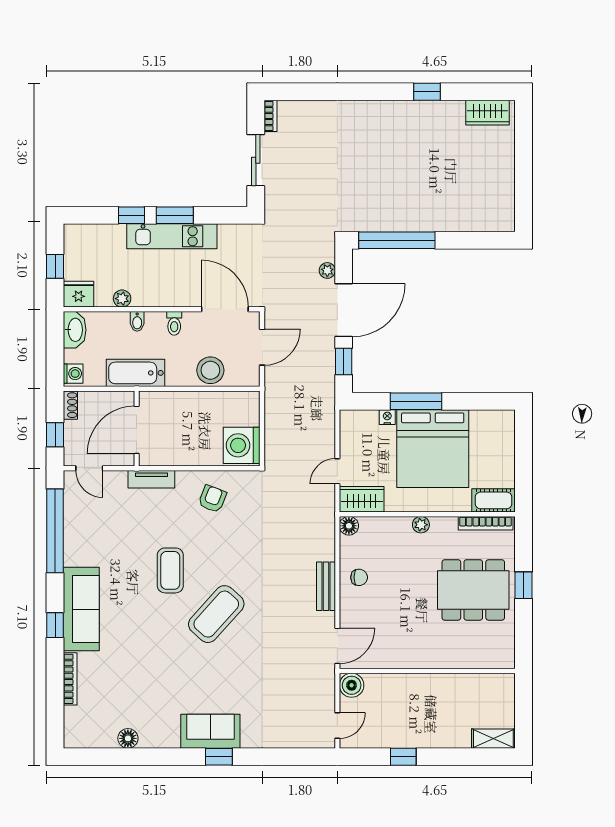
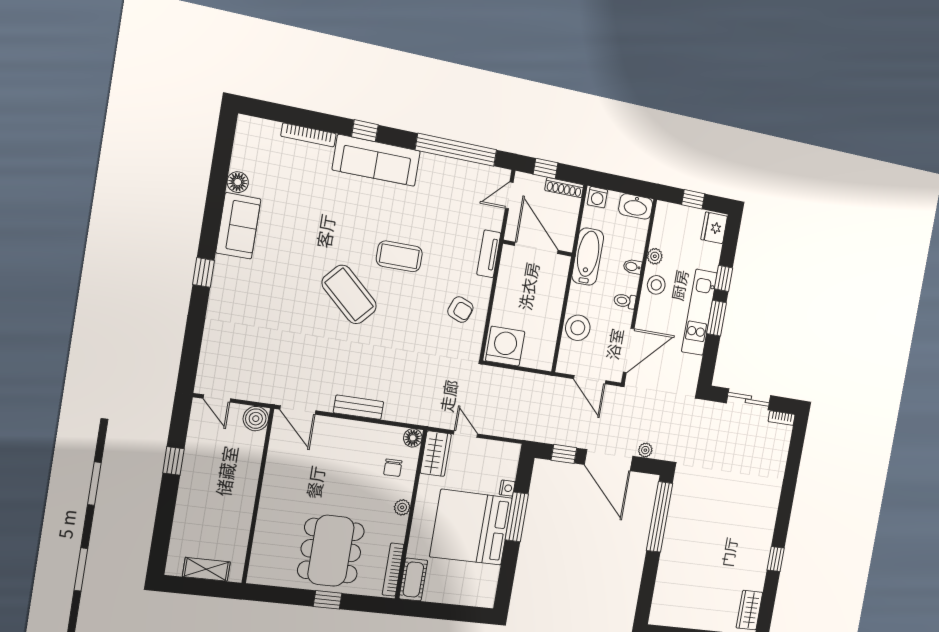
stool: (151, 291) -> (656, 285), added
fridge: (79, 294) -> (714, 228), moved, turned 180
shoe rack: (70, 405) -> (564, 188), width x1.43
chair: (359, 577) -> (393, 468), moved
sofa: (210, 731) -> (238, 226), moved
shelving: (493, 739) -> (206, 569), moved, turned 90

